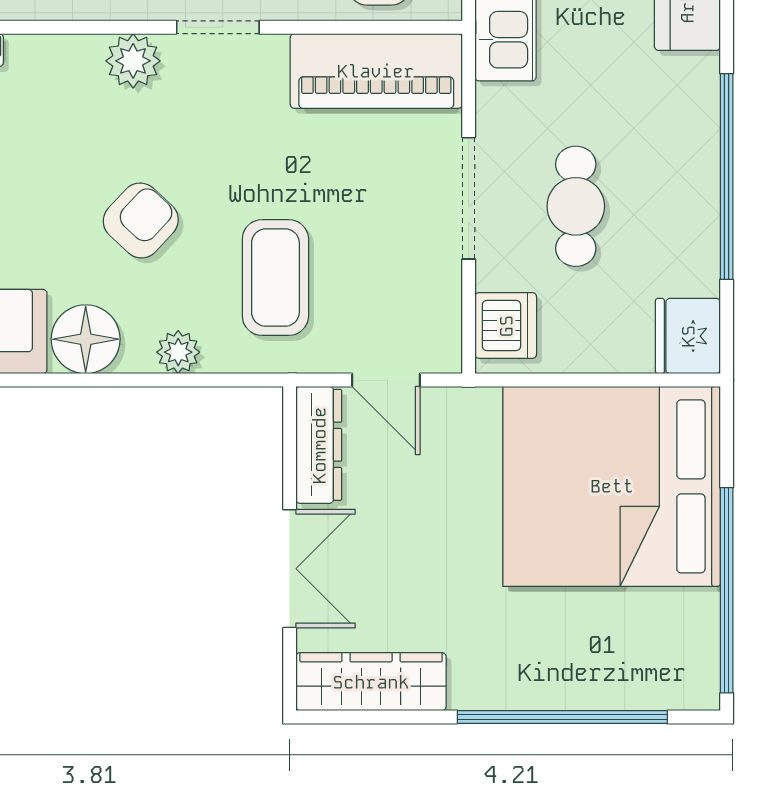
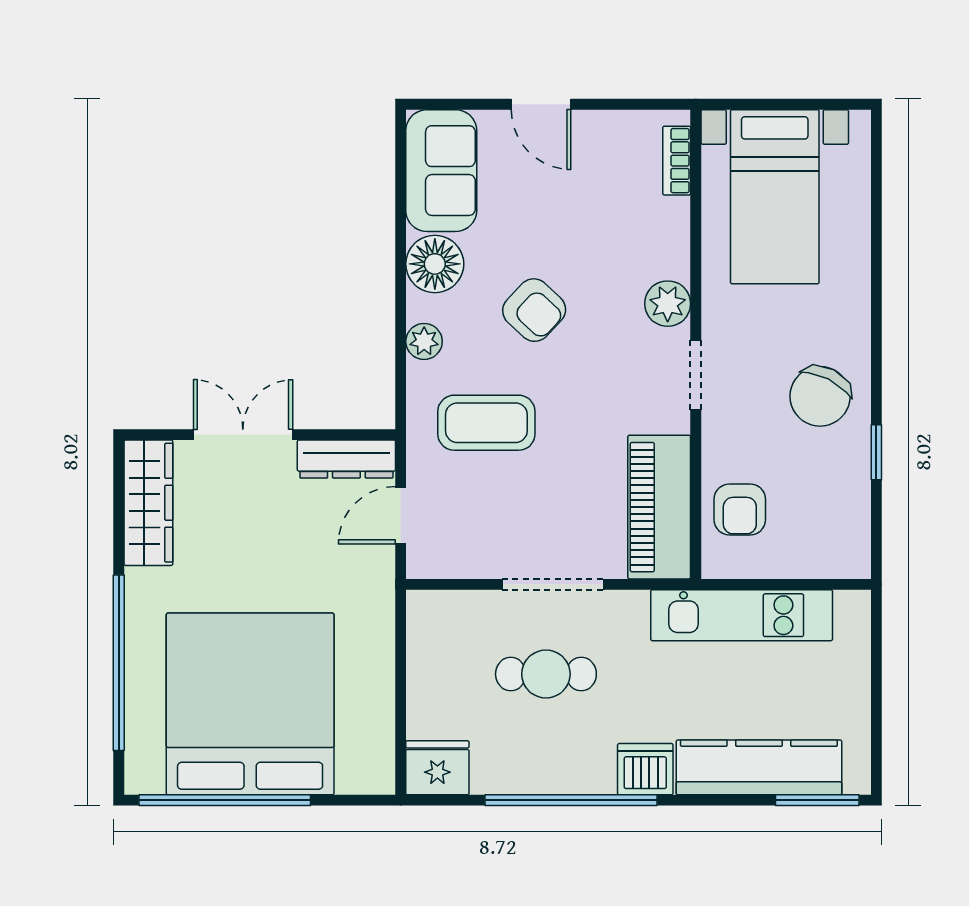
dishwasher: (506, 326) -> (645, 769), moved, turned 180
bed: (612, 486) -> (250, 704), moved
double door: (290, 569) -> (243, 435), swing flipped

